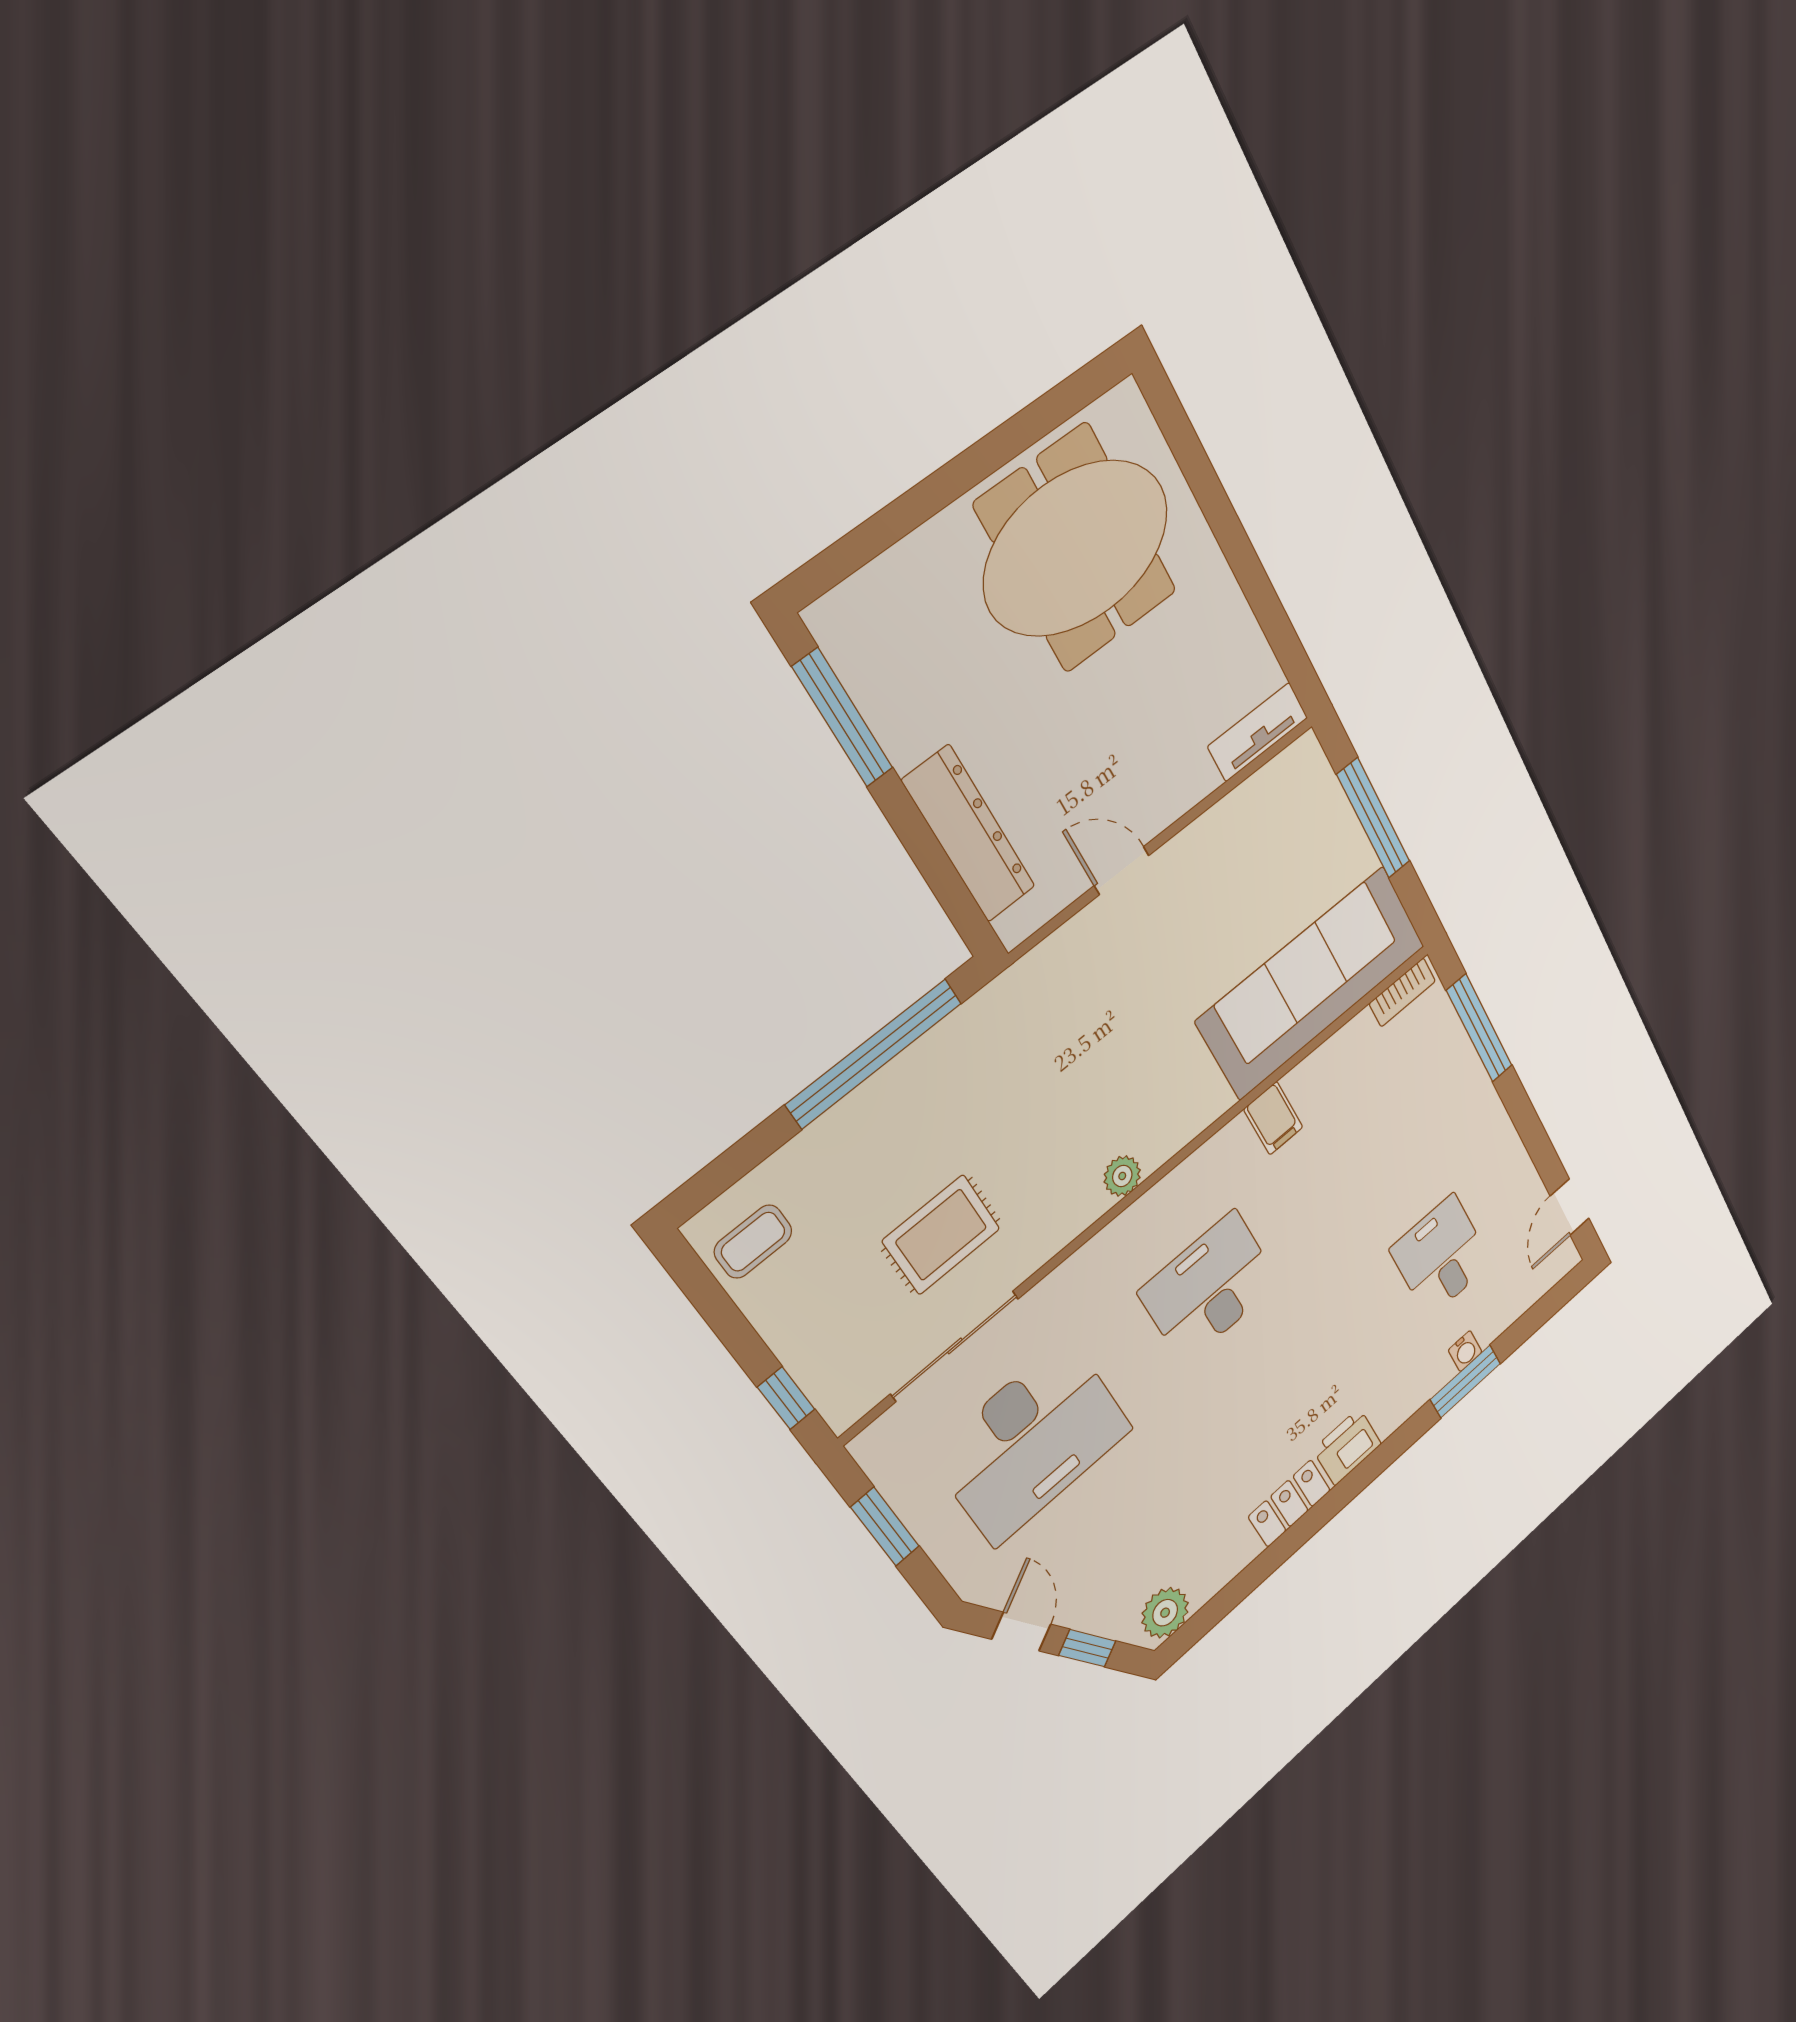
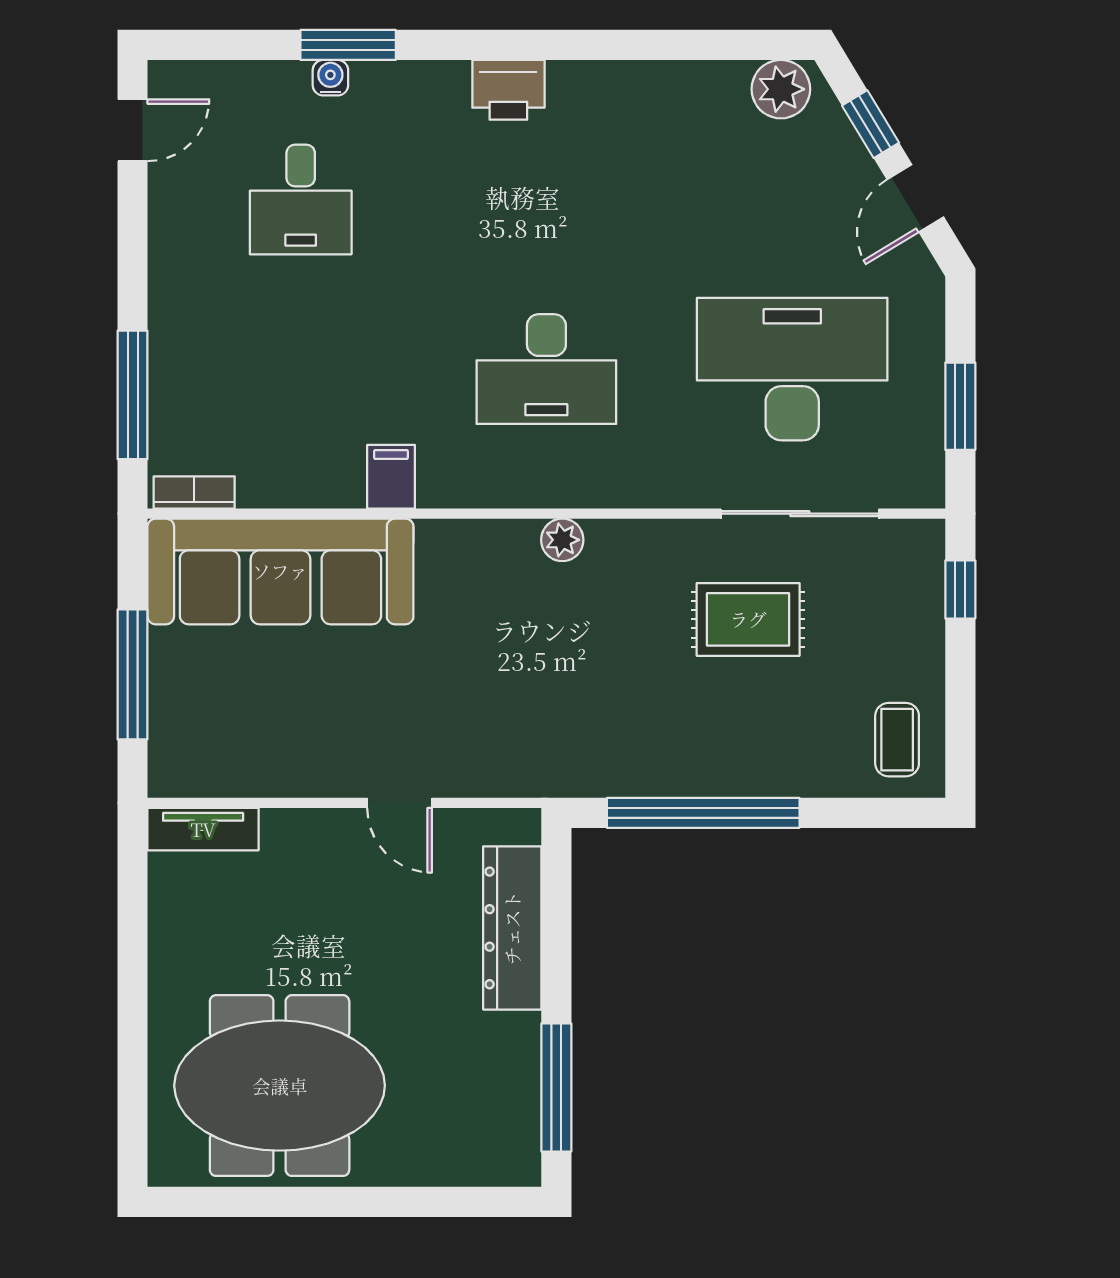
coffee table: (753, 1242) -> (897, 740), turned 90
locker: (1289, 1503) -> (599, 85), removed

